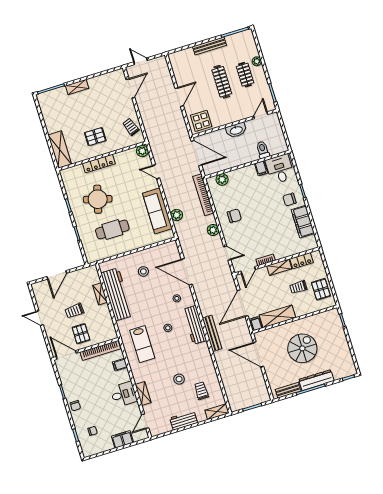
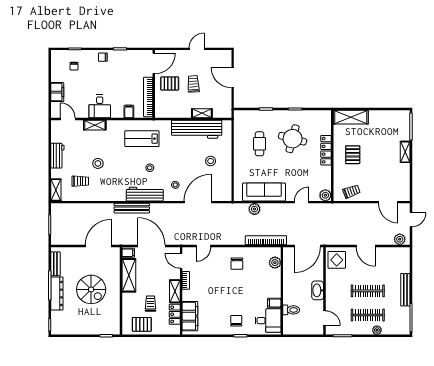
clothes rail: (245, 75) -> (368, 315), width x1.36
filing cabinet: (303, 222) -> (190, 316), moved, turned 90
cafe table: (112, 229) -> (260, 144), width x0.73, depth x0.74
plant: (213, 230) -> (400, 239), moved

